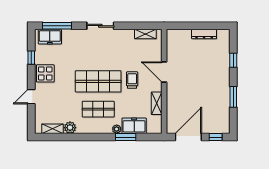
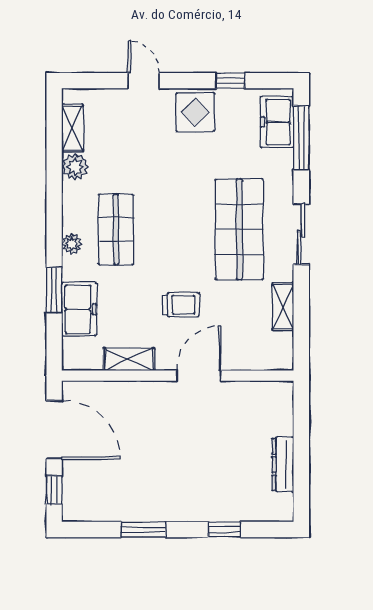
shelving: (145, 34) -> (283, 307), moved
shop shelf: (98, 81) -> (239, 229), moved
plant: (117, 129) -> (72, 244), moved

